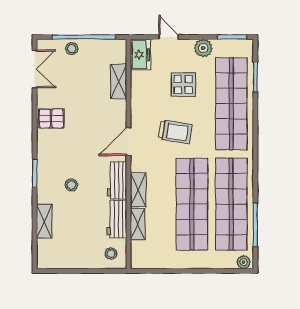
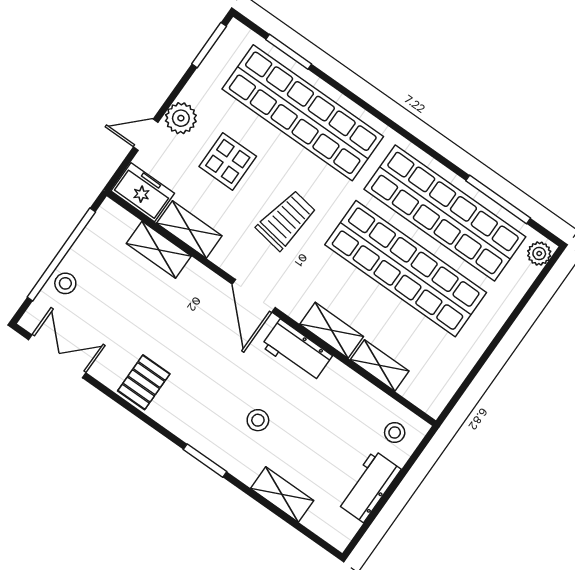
plant: (203, 48) -> (181, 118), moved
shelving: (138, 89) -> (189, 229), added
workbench: (117, 219) -> (369, 486), moved, turned 90

